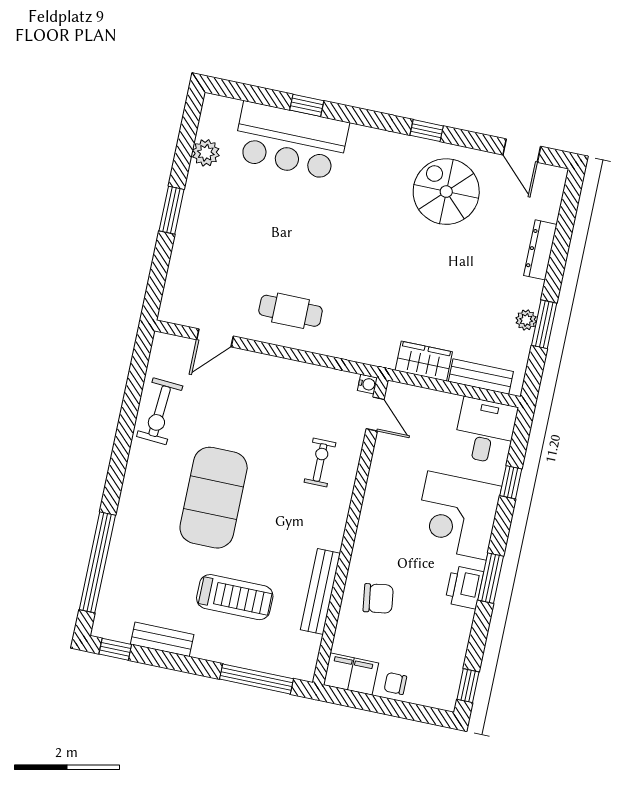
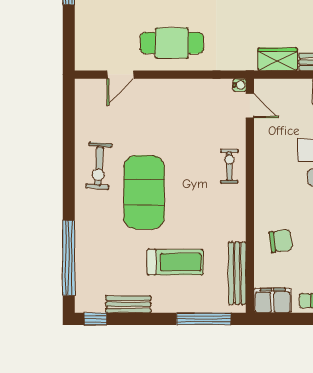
cafe table: (291, 311) -> (172, 43), width x1.37, depth x1.35
exercise bike: (160, 411) -> (99, 166), moved
exercise bike: (320, 462) -> (229, 166), moved
bench: (320, 592) -> (237, 273), moved

